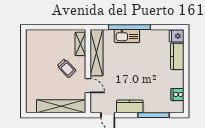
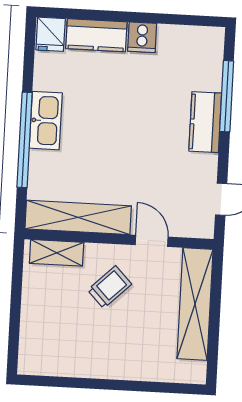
kitchen sink: (127, 36) -> (46, 121), moved
door: (88, 86) -> (152, 241), hinge flipped
cooker: (177, 94) -> (142, 37), moved
kitchen counter: (130, 106) -> (205, 122), moved

